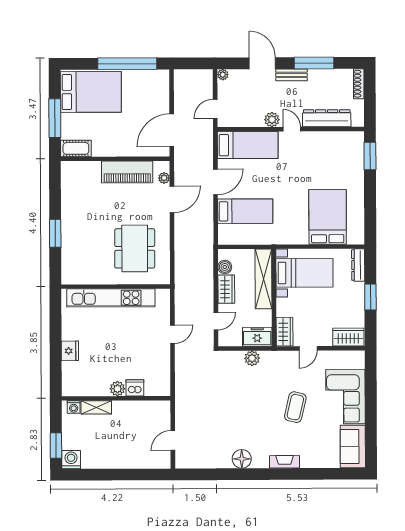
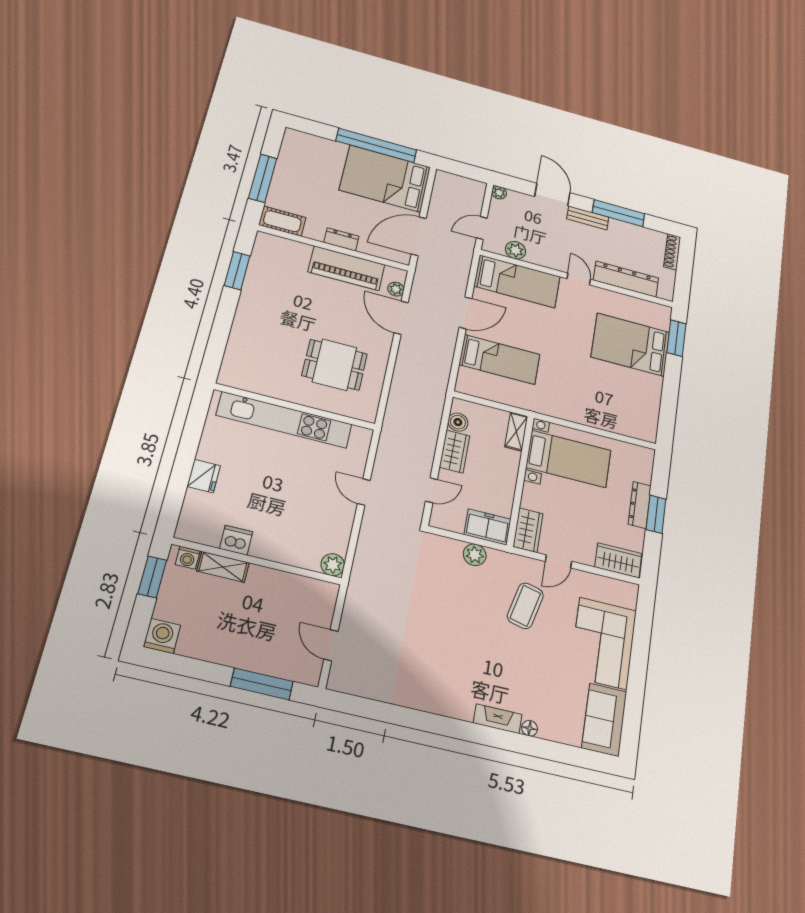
bed: (91, 92) -> (385, 179), moved, turned 180
plant: (272, 120) -> (516, 250), moved
dresser: (119, 150) -> (341, 239), added
door: (172, 199) -> (401, 318), swing flipped
bed: (328, 217) -> (631, 345), moved, turned -90
window: (55, 233) -> (237, 271), moved
dining table: (135, 248) -> (335, 365), width x0.73
dresser: (358, 265) -> (640, 505), moved
shelving: (264, 279) -> (516, 431), width x0.45, depth x0.75
door: (172, 334) -> (364, 492), swing flipped
dishwasher: (135, 388) -> (236, 540), moved
plant: (117, 389) -> (333, 565), moved
coffee table: (295, 407) -> (525, 606), moved
door: (173, 441) -> (331, 645), hinge flipped
window: (56, 445) -> (152, 577), moved
floor lamp: (242, 459) -> (530, 728), moved, width x0.53, depth x0.53
window: (137, 474) -> (262, 684), added

